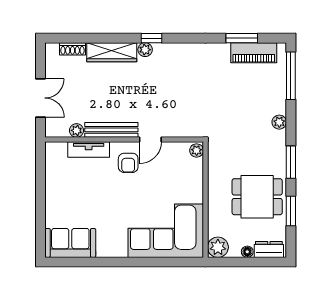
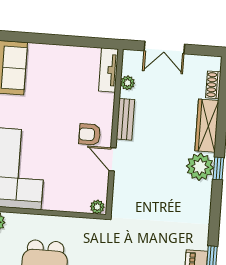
plant: (145, 50) -> (200, 167), width x1.88, depth x1.88
bench: (111, 130) -> (125, 119), width x0.73
tv unit: (89, 149) -> (108, 70), moved

